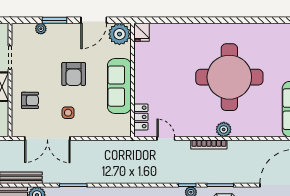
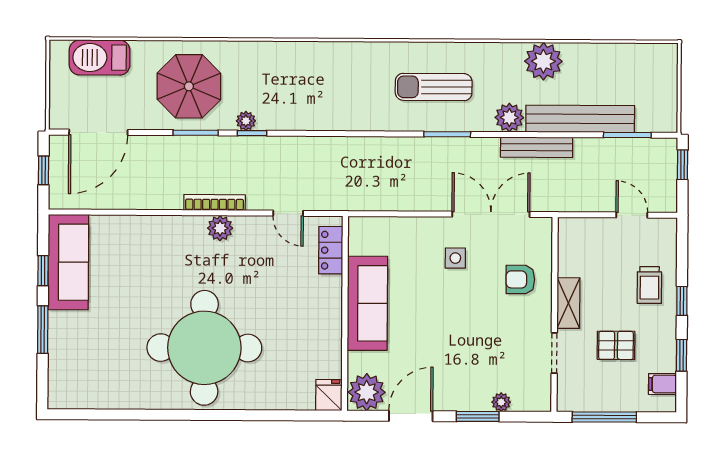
armchair: (74, 74) -> (445, 324), removed
round table: (229, 77) -> (204, 348), moved
plant: (224, 129) -> (220, 228), moved

